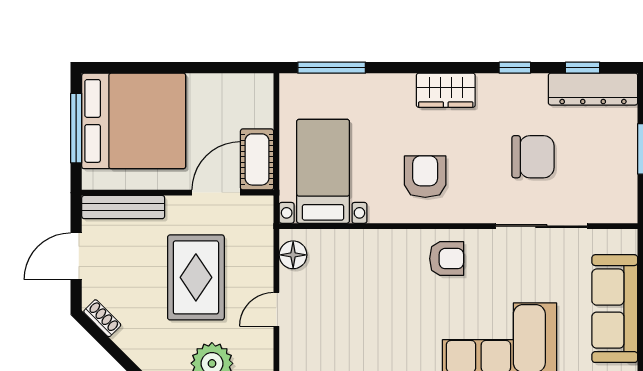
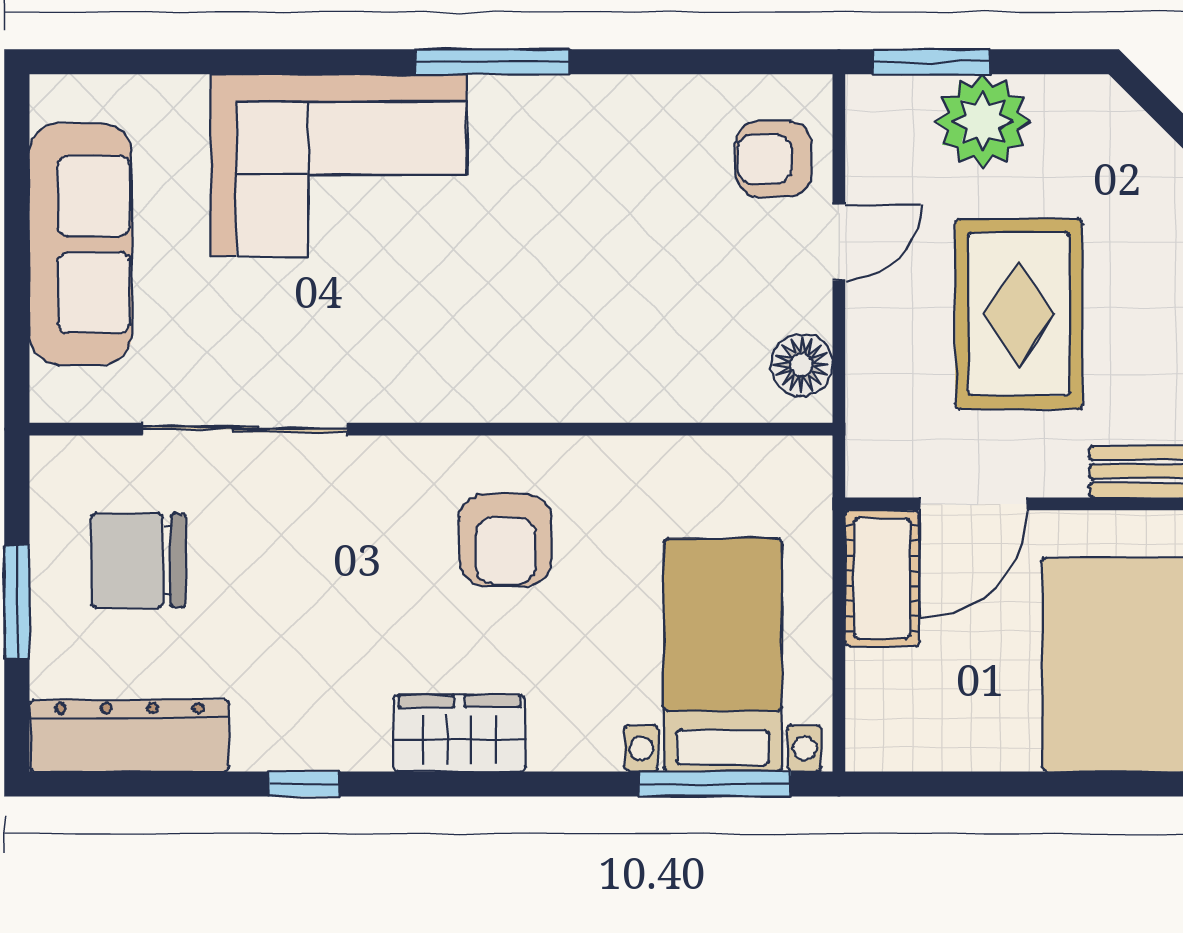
window: (583, 68) -> (153, 784), removed
chair: (533, 157) -> (139, 561), moved
bed with nightstands: (323, 171) -> (723, 655), moved, turned 180
armchair: (447, 259) -> (774, 159), moved

